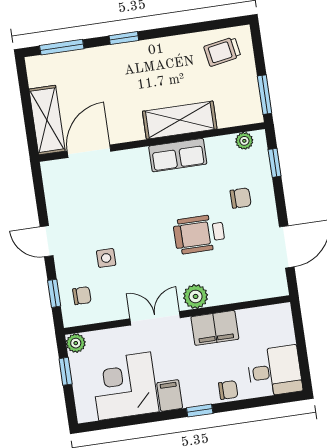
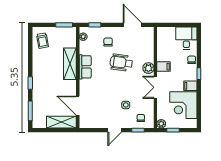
wheelchair: (199, 234) -> (121, 63), turned 98
filing cabinet: (215, 328) -> (164, 67), width x0.50

